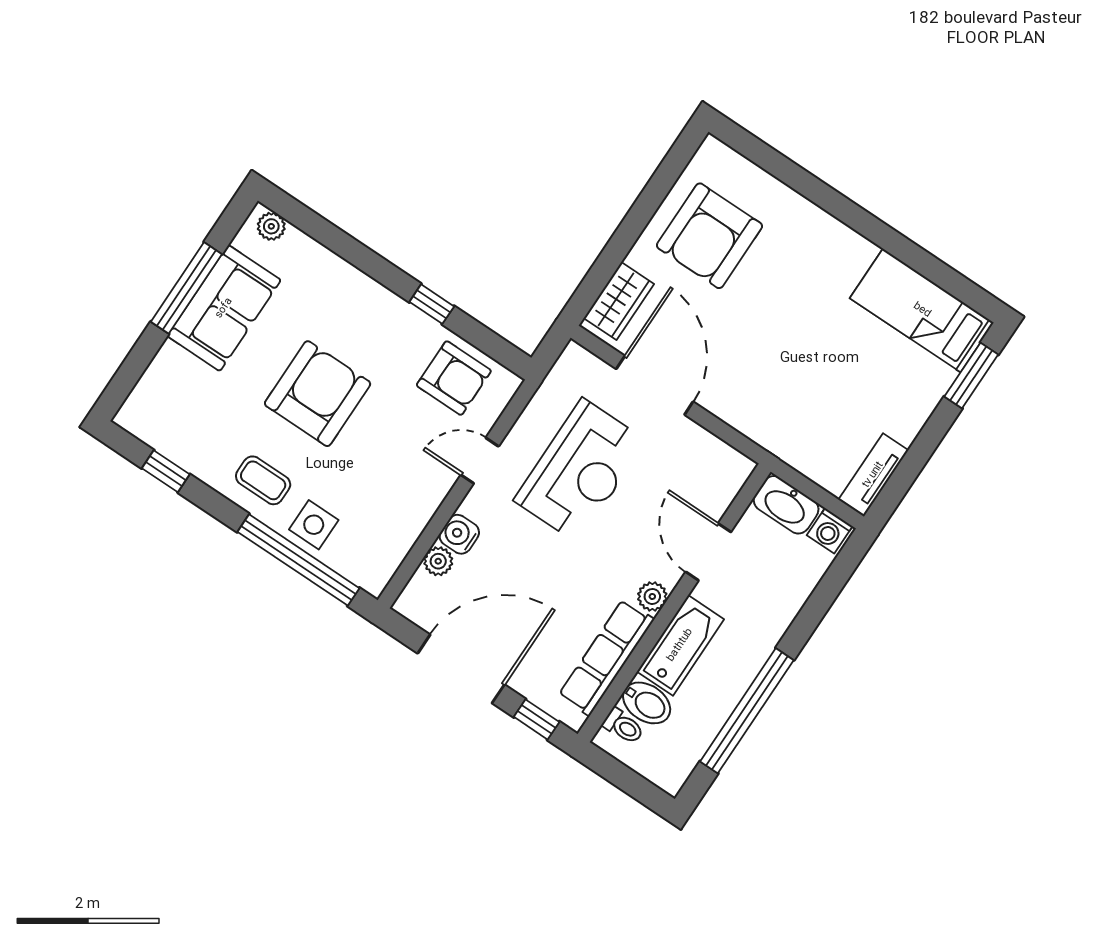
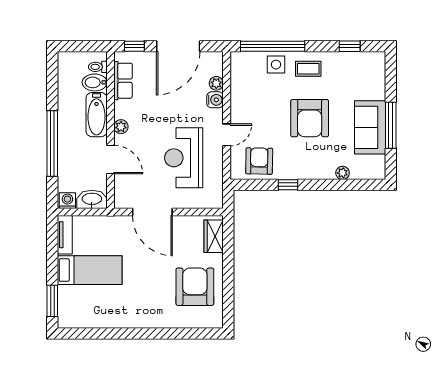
plant: (271, 226) -> (343, 173), moved
bed: (922, 310) -> (90, 270), moved
armchair: (454, 378) -> (259, 161), turned 91
door: (655, 385) -> (152, 212), moved
row of seats: (606, 657) -> (123, 81), width x0.68
window: (747, 711) -> (52, 144), moved

